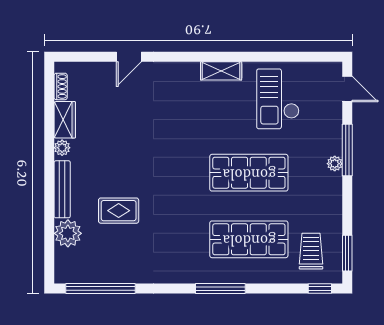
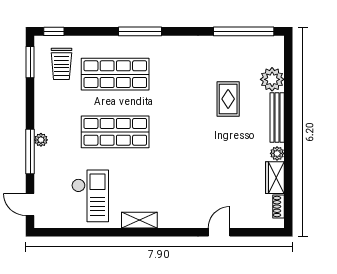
rug: (119, 211) -> (228, 99), turned 90

